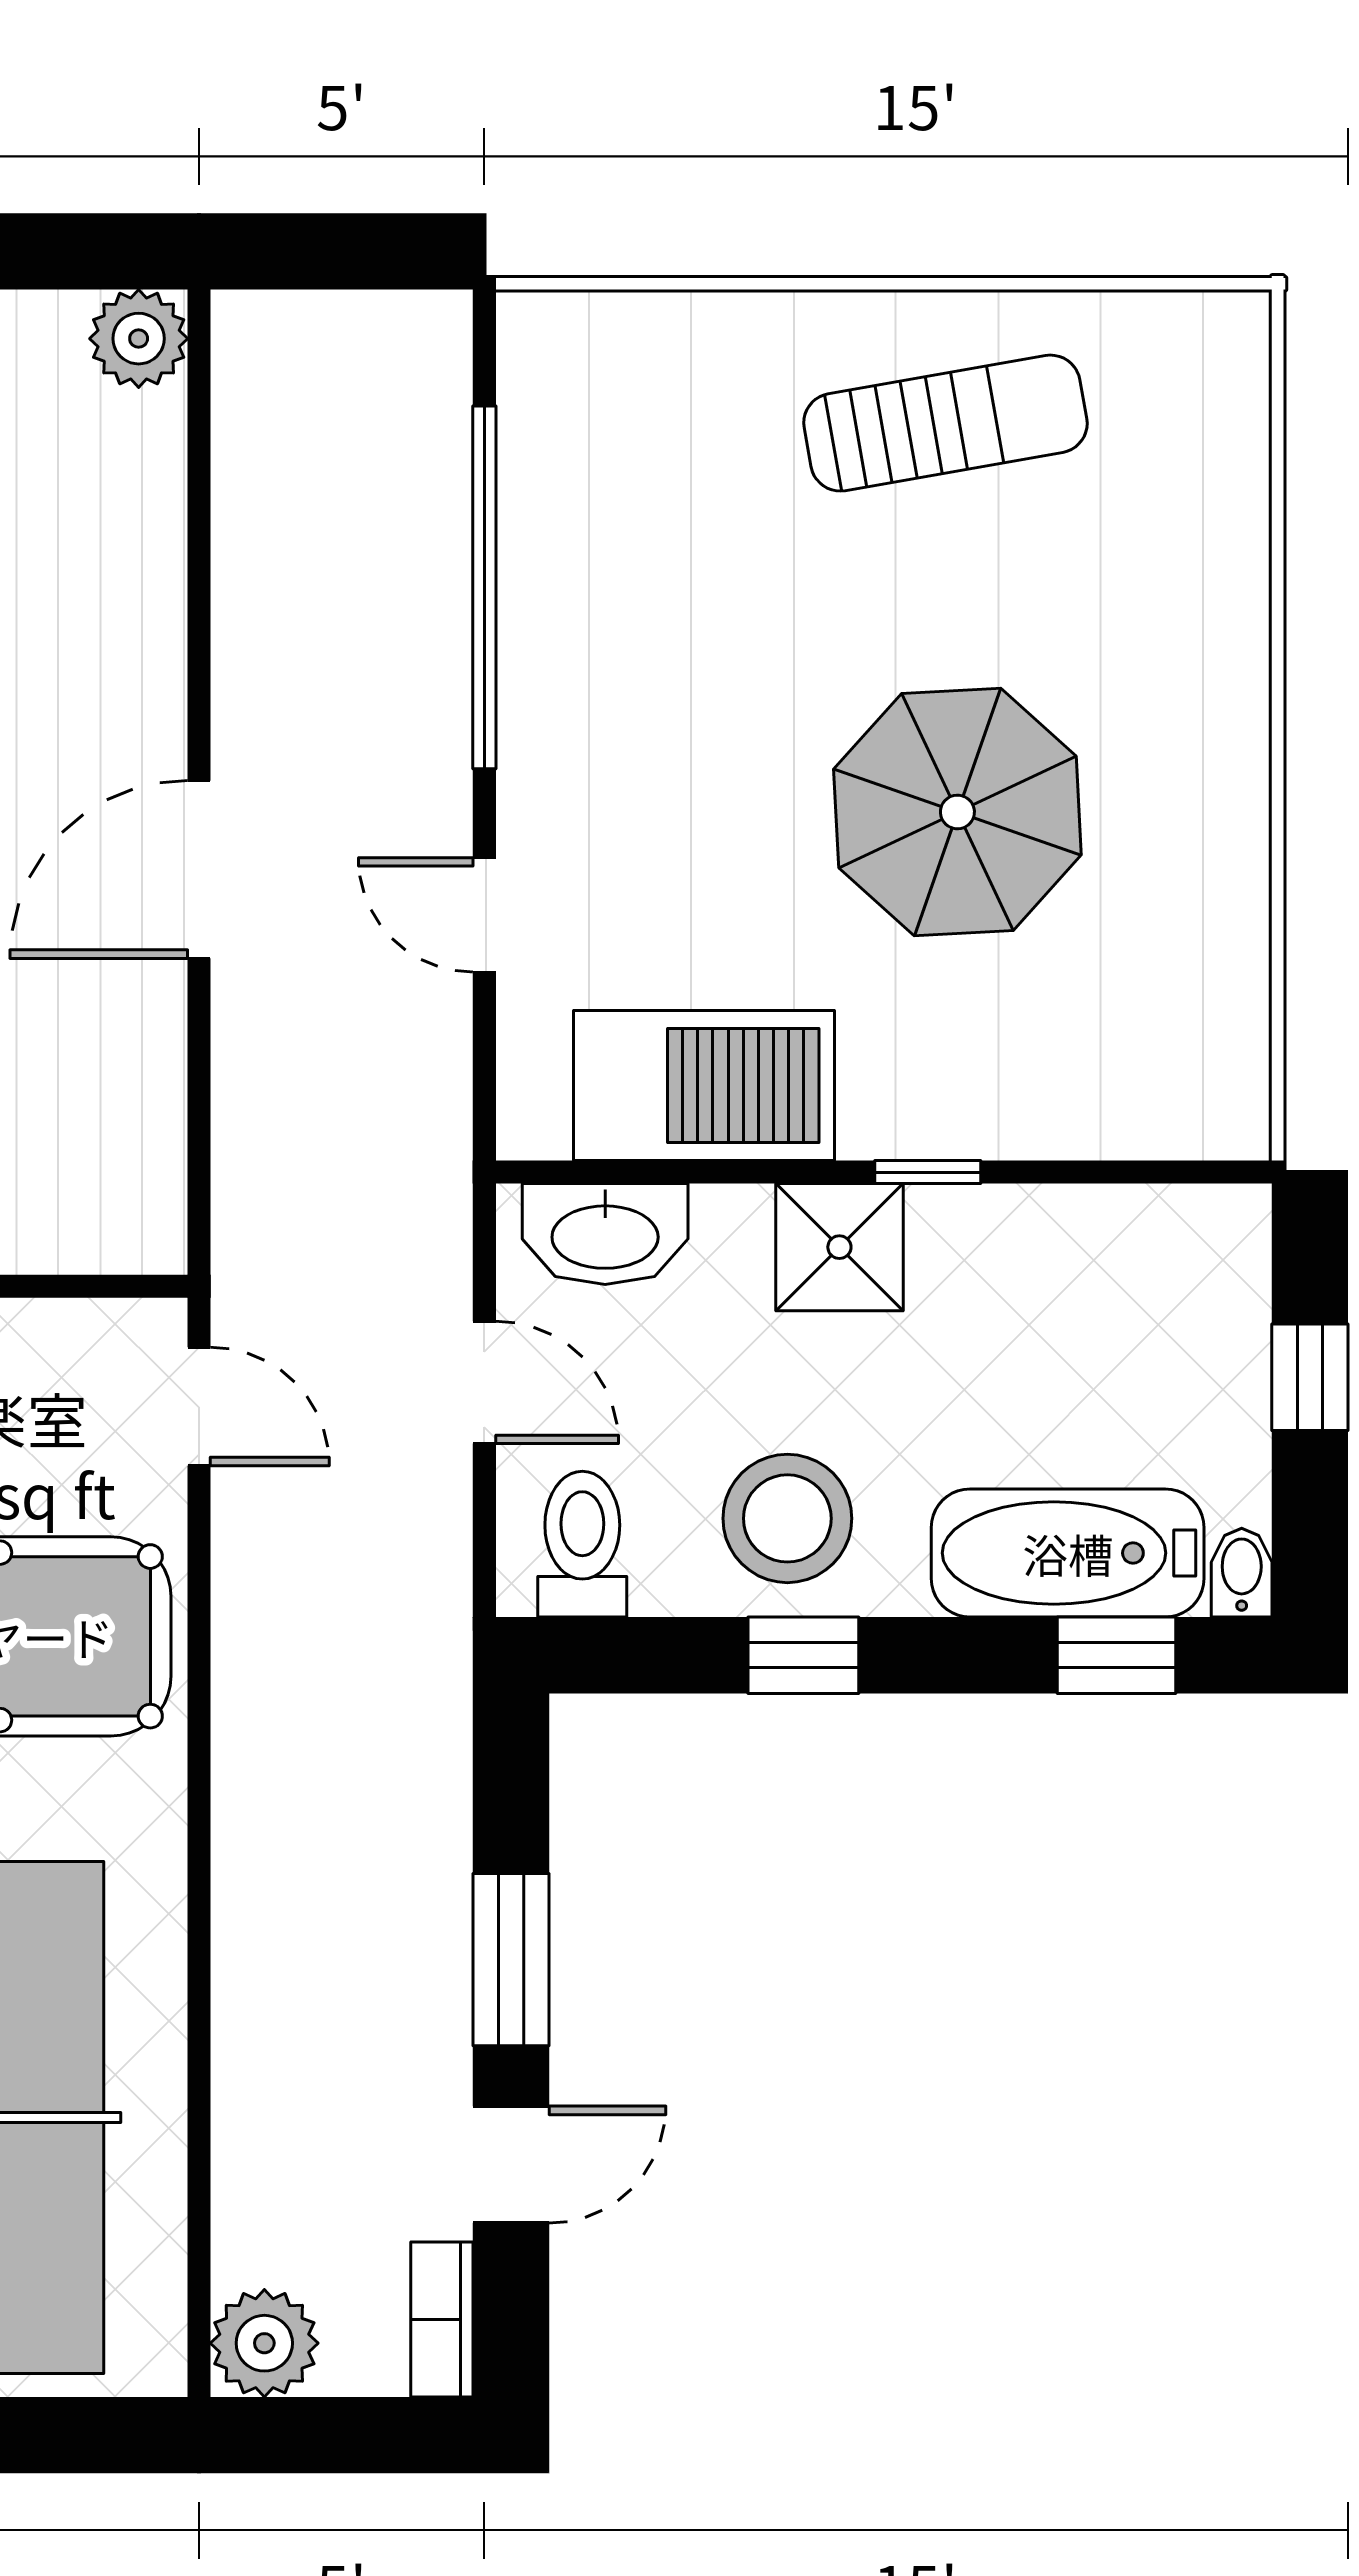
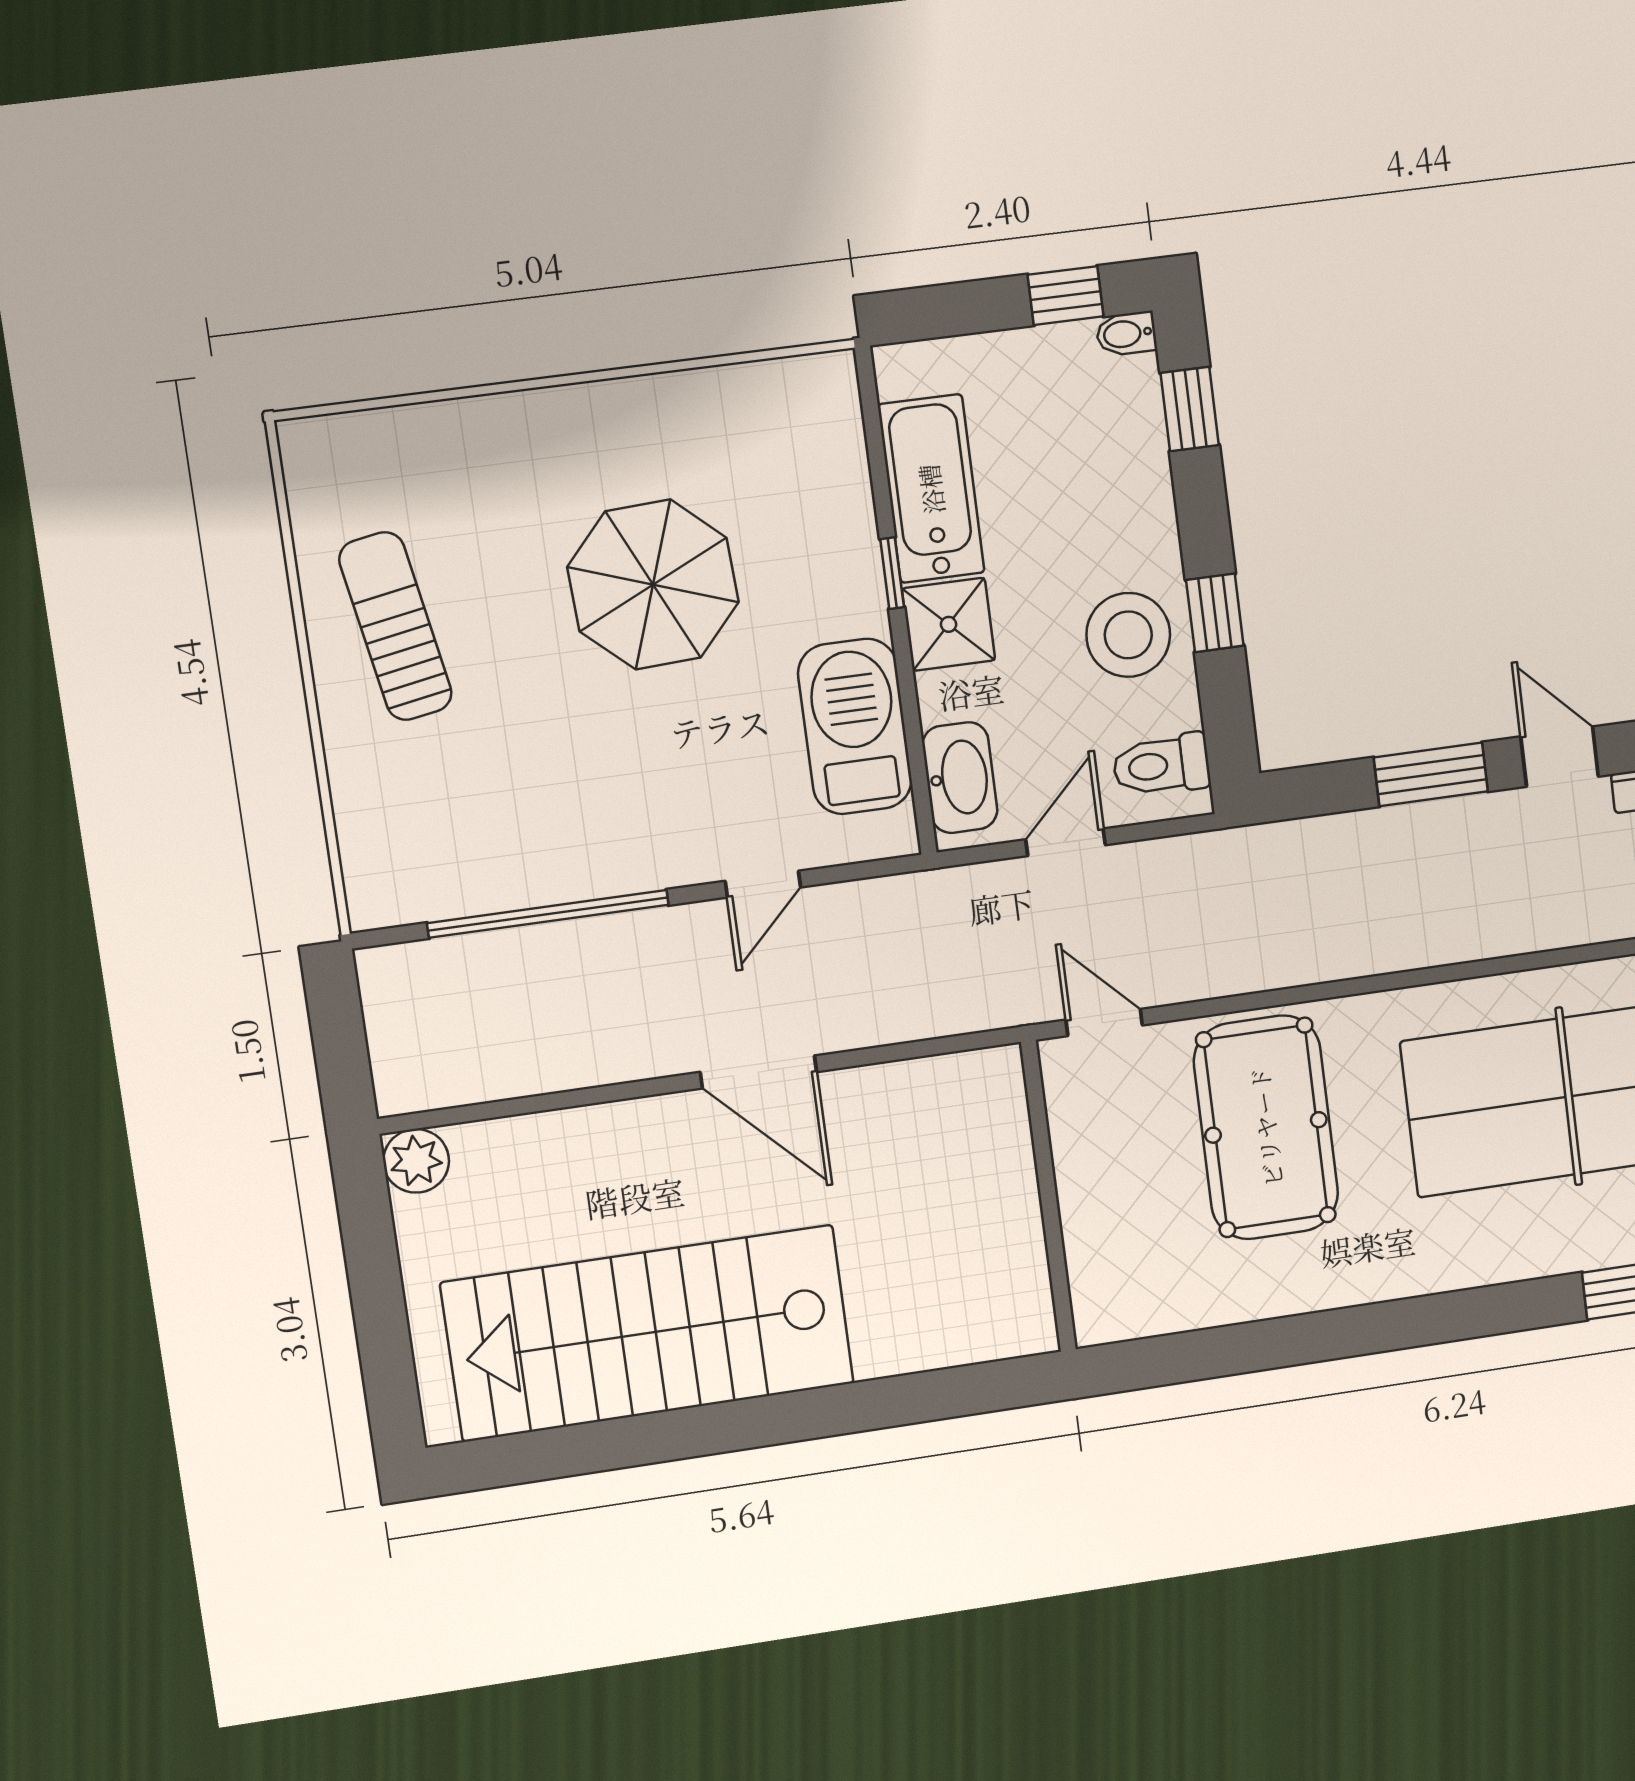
window: (1310, 1377) -> (1066, 296), moved
door: (199, 1406) -> (1104, 1022), hinge flipped
bathtub: (1068, 1553) -> (931, 489), moved, turned 180

